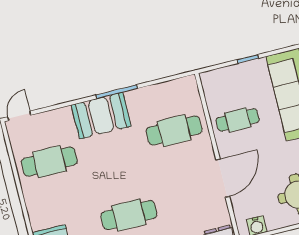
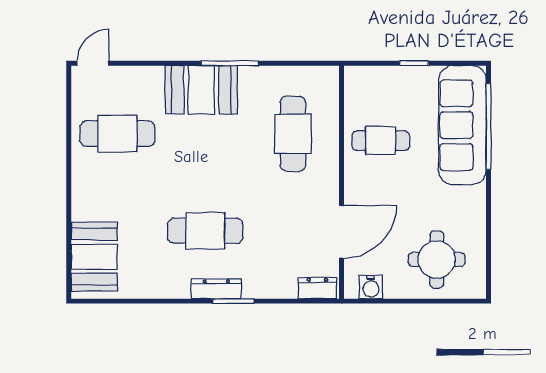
cafe table: (174, 130) -> (293, 134), turned 90
door: (223, 178) -> (342, 232), moved

